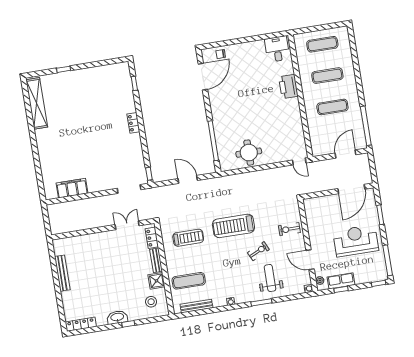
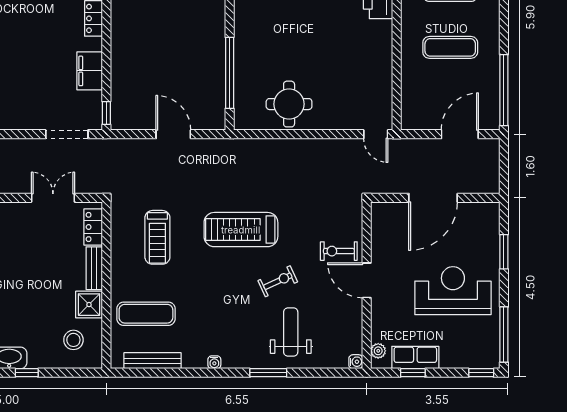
filing cabinet: (136, 152) -> (90, 71), added
door: (351, 189) -> (433, 198), moved
treadmill: (188, 238) -> (157, 237), turned 90
door: (310, 260) -> (367, 280), moved

